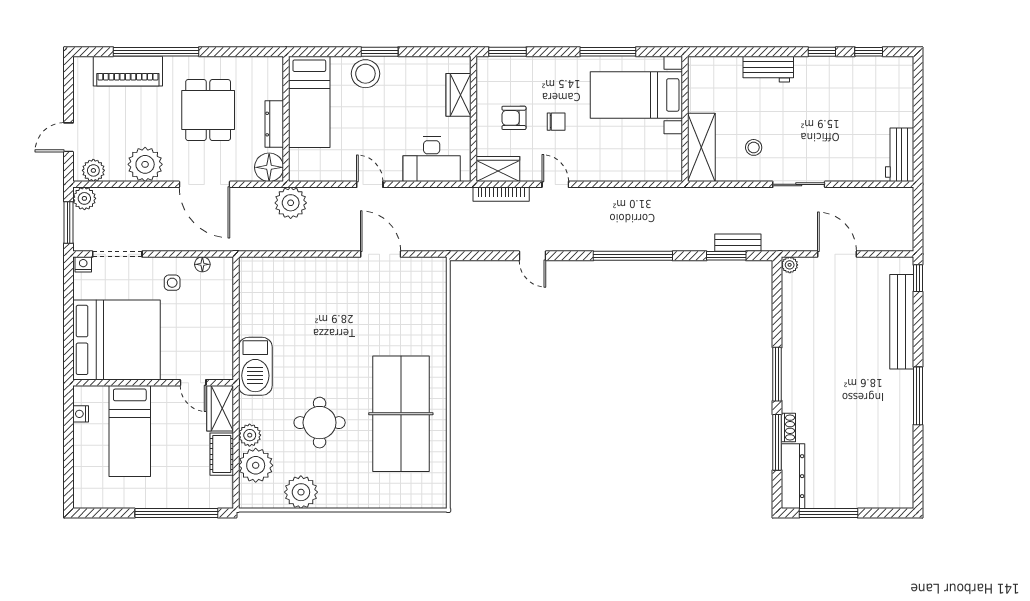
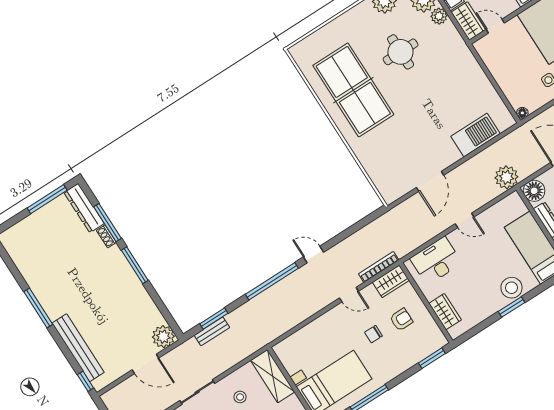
door: (381, 254) -> (430, 181), hinge flipped
door: (532, 256) -> (314, 254), moved
floor lamp: (202, 264) -> (522, 113), moved
plant: (790, 265) -> (163, 337), width x1.88, depth x1.88
barbecue: (255, 366) -> (475, 135), moved, turned 90

